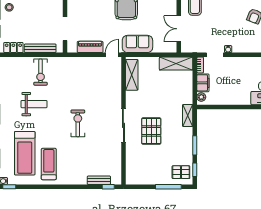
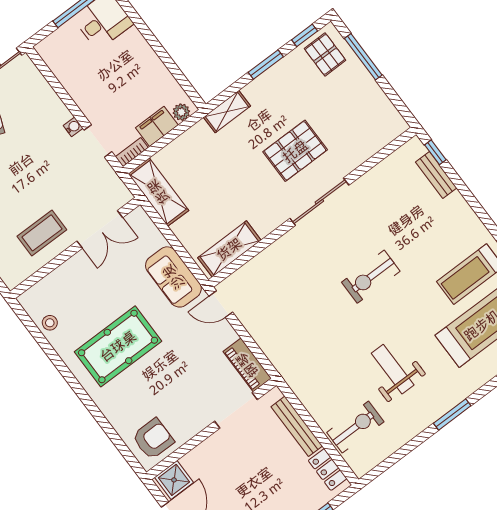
piano: (90, 47) -> (247, 365), moved
exercise bike: (41, 72) -> (355, 427), moved

